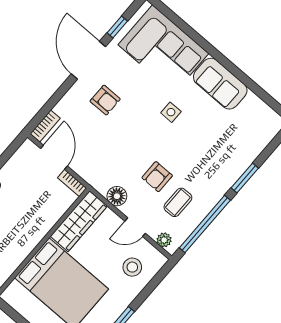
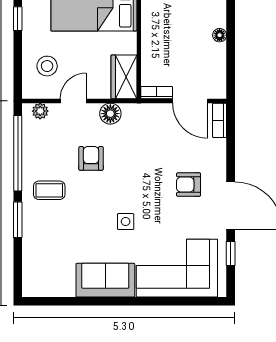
coffee table: (178, 202) -> (49, 190), moved, turned 90
wardrobe: (79, 221) -> (124, 77), width x0.67

